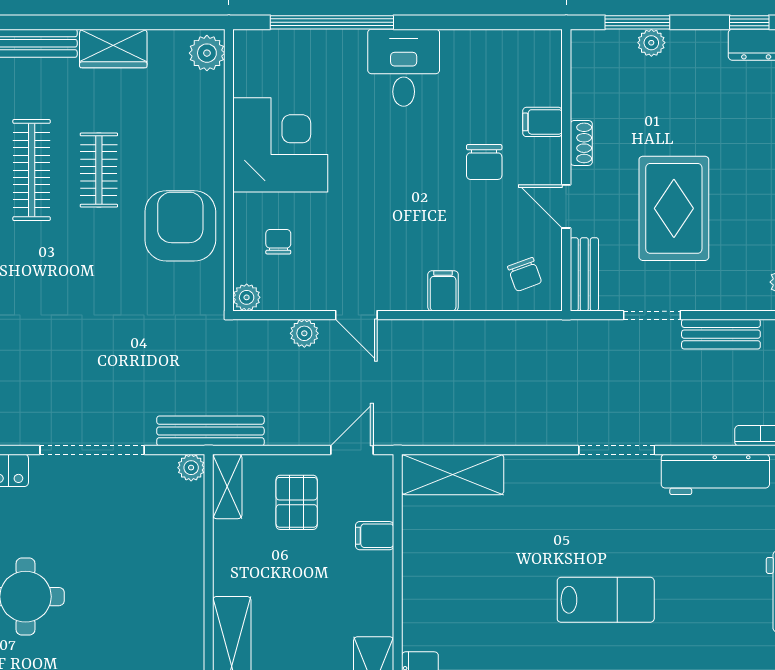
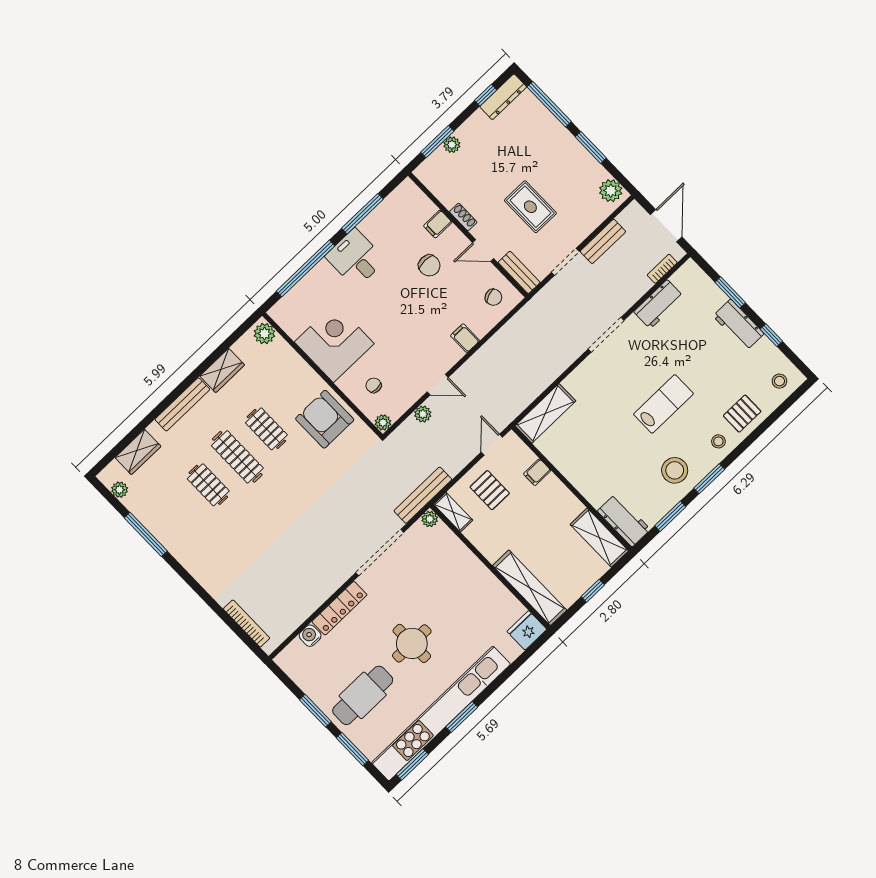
window: (464, 22) -> (362, 214), added
rug: (674, 208) -> (530, 207), width x0.73, depth x0.70
workbench: (715, 474) -> (659, 304), width x0.73

